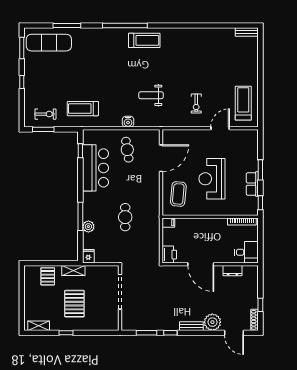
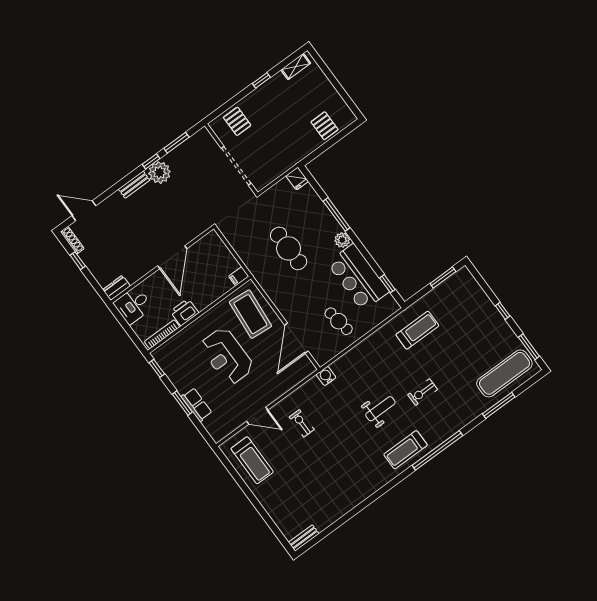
weight bench: (151, 95) -> (380, 409), moved
exercise bike: (45, 114) -> (423, 392), moved
water cooler: (128, 122) -> (326, 376), moved
door: (220, 128) -> (257, 416), hinge flipped
reception desk: (212, 179) -> (227, 356), turned 180
row of seats: (252, 184) -> (197, 405), moved
coffee table: (178, 194) -> (250, 314), width x1.36, depth x1.32
cafe table: (125, 217) -> (289, 248), width x1.37, depth x1.35
plant: (88, 227) -> (342, 240), moved
printer: (169, 255) -> (184, 312), moved, turned 90
door: (201, 264) -> (172, 257), swing flipped
shelving: (73, 271) -> (302, 152), removed
dresser: (232, 271) -> (116, 288), moved
pallet: (74, 304) -> (237, 121), moved, width x0.67, depth x0.71
plant: (212, 322) -> (159, 173), moved

